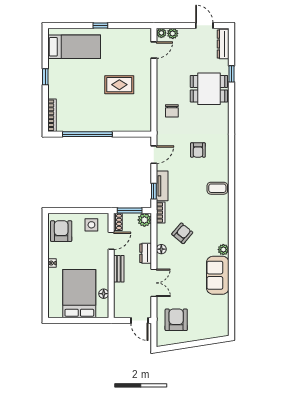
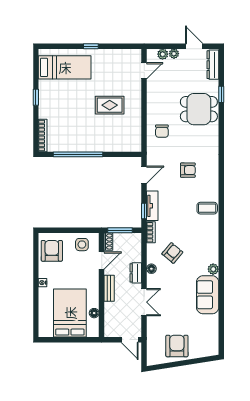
plant: (161, 33) -> (174, 54), moved
armchair: (198, 150) -> (188, 170), turned -90
plant: (144, 220) -> (135, 240), removed
armchair: (176, 320) -> (177, 346), moved

